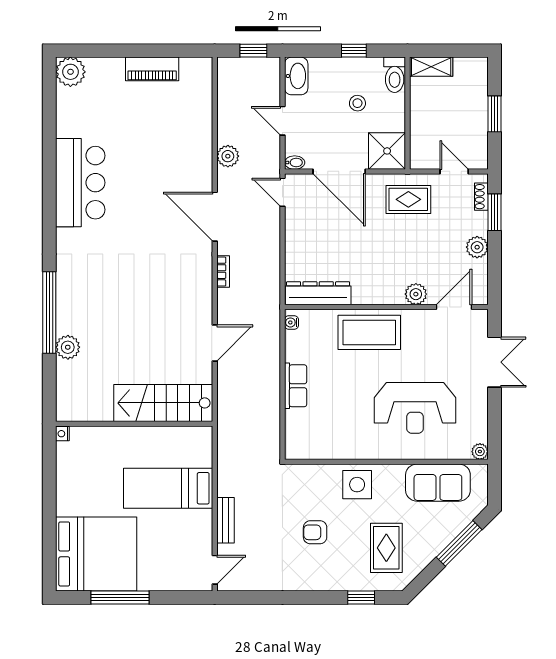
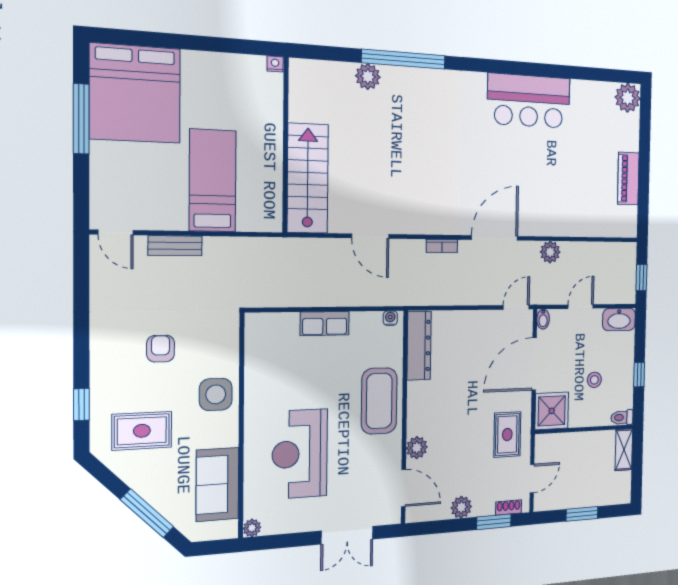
toilet: (395, 75) -> (622, 417), width x0.73, depth x0.72

